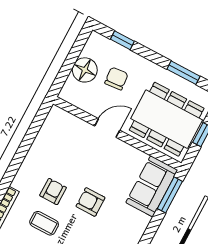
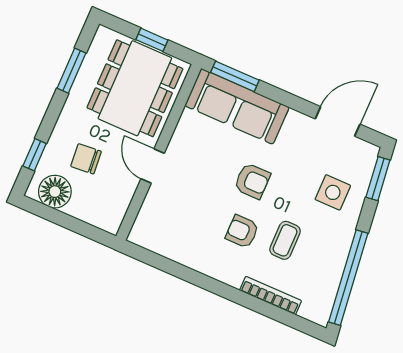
floor lamp: (85, 70) -> (55, 192), moved
sofa: (152, 186) -> (237, 106), width x1.36
armchair: (90, 202) -> (252, 181), turned -90

